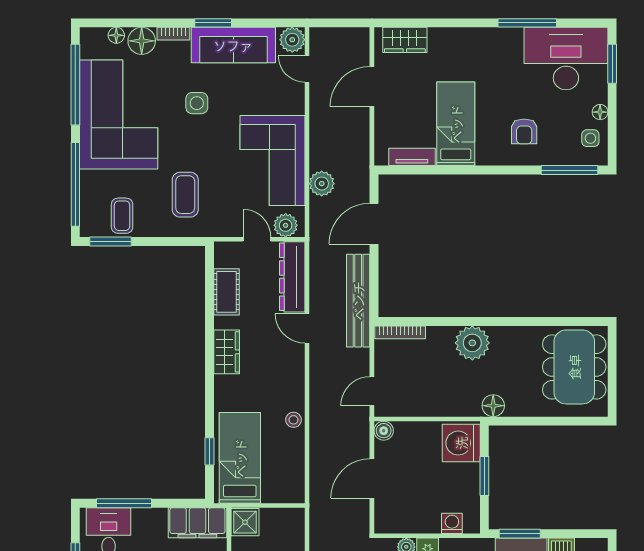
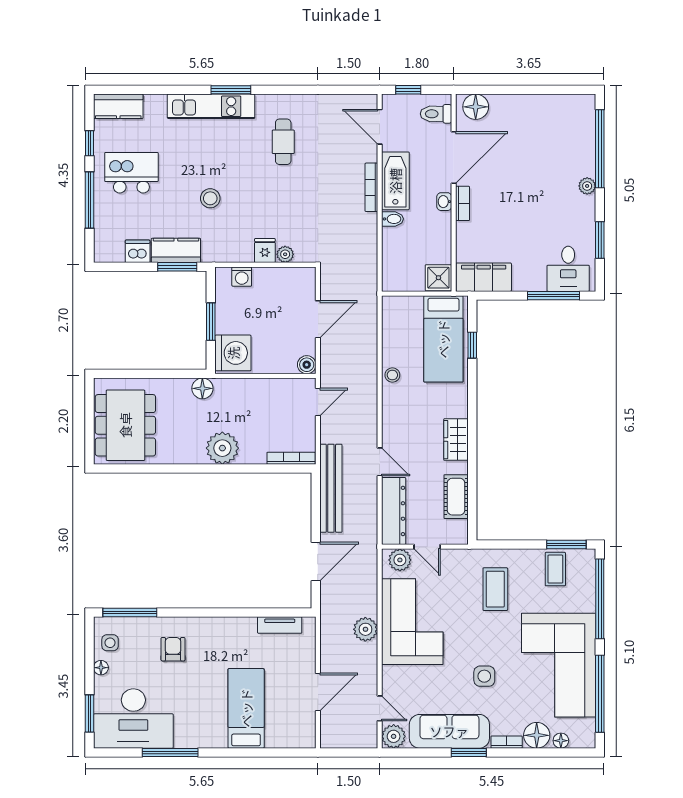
wardrobe: (405, 40) -> (287, 736), removed
bed: (456, 124) -> (246, 708), moved, turned 180
plant: (322, 184) -> (365, 629), moved

